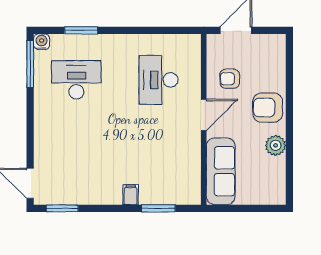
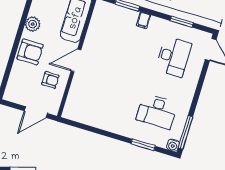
desk: (159, 80) -> (174, 57), moved
window: (62, 208) -> (182, 22), moved

